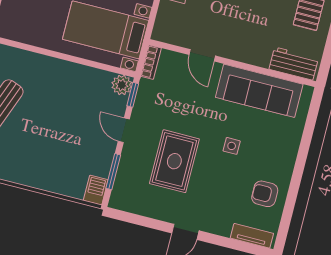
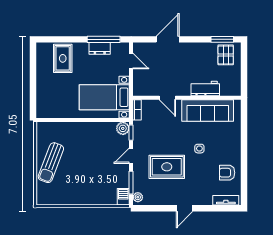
workbench: (294, 64) -> (205, 89), moved
door: (124, 130) -> (131, 156), hinge flipped
rug: (174, 161) -> (167, 167), turned 90
plant: (118, 197) -> (138, 197), added

